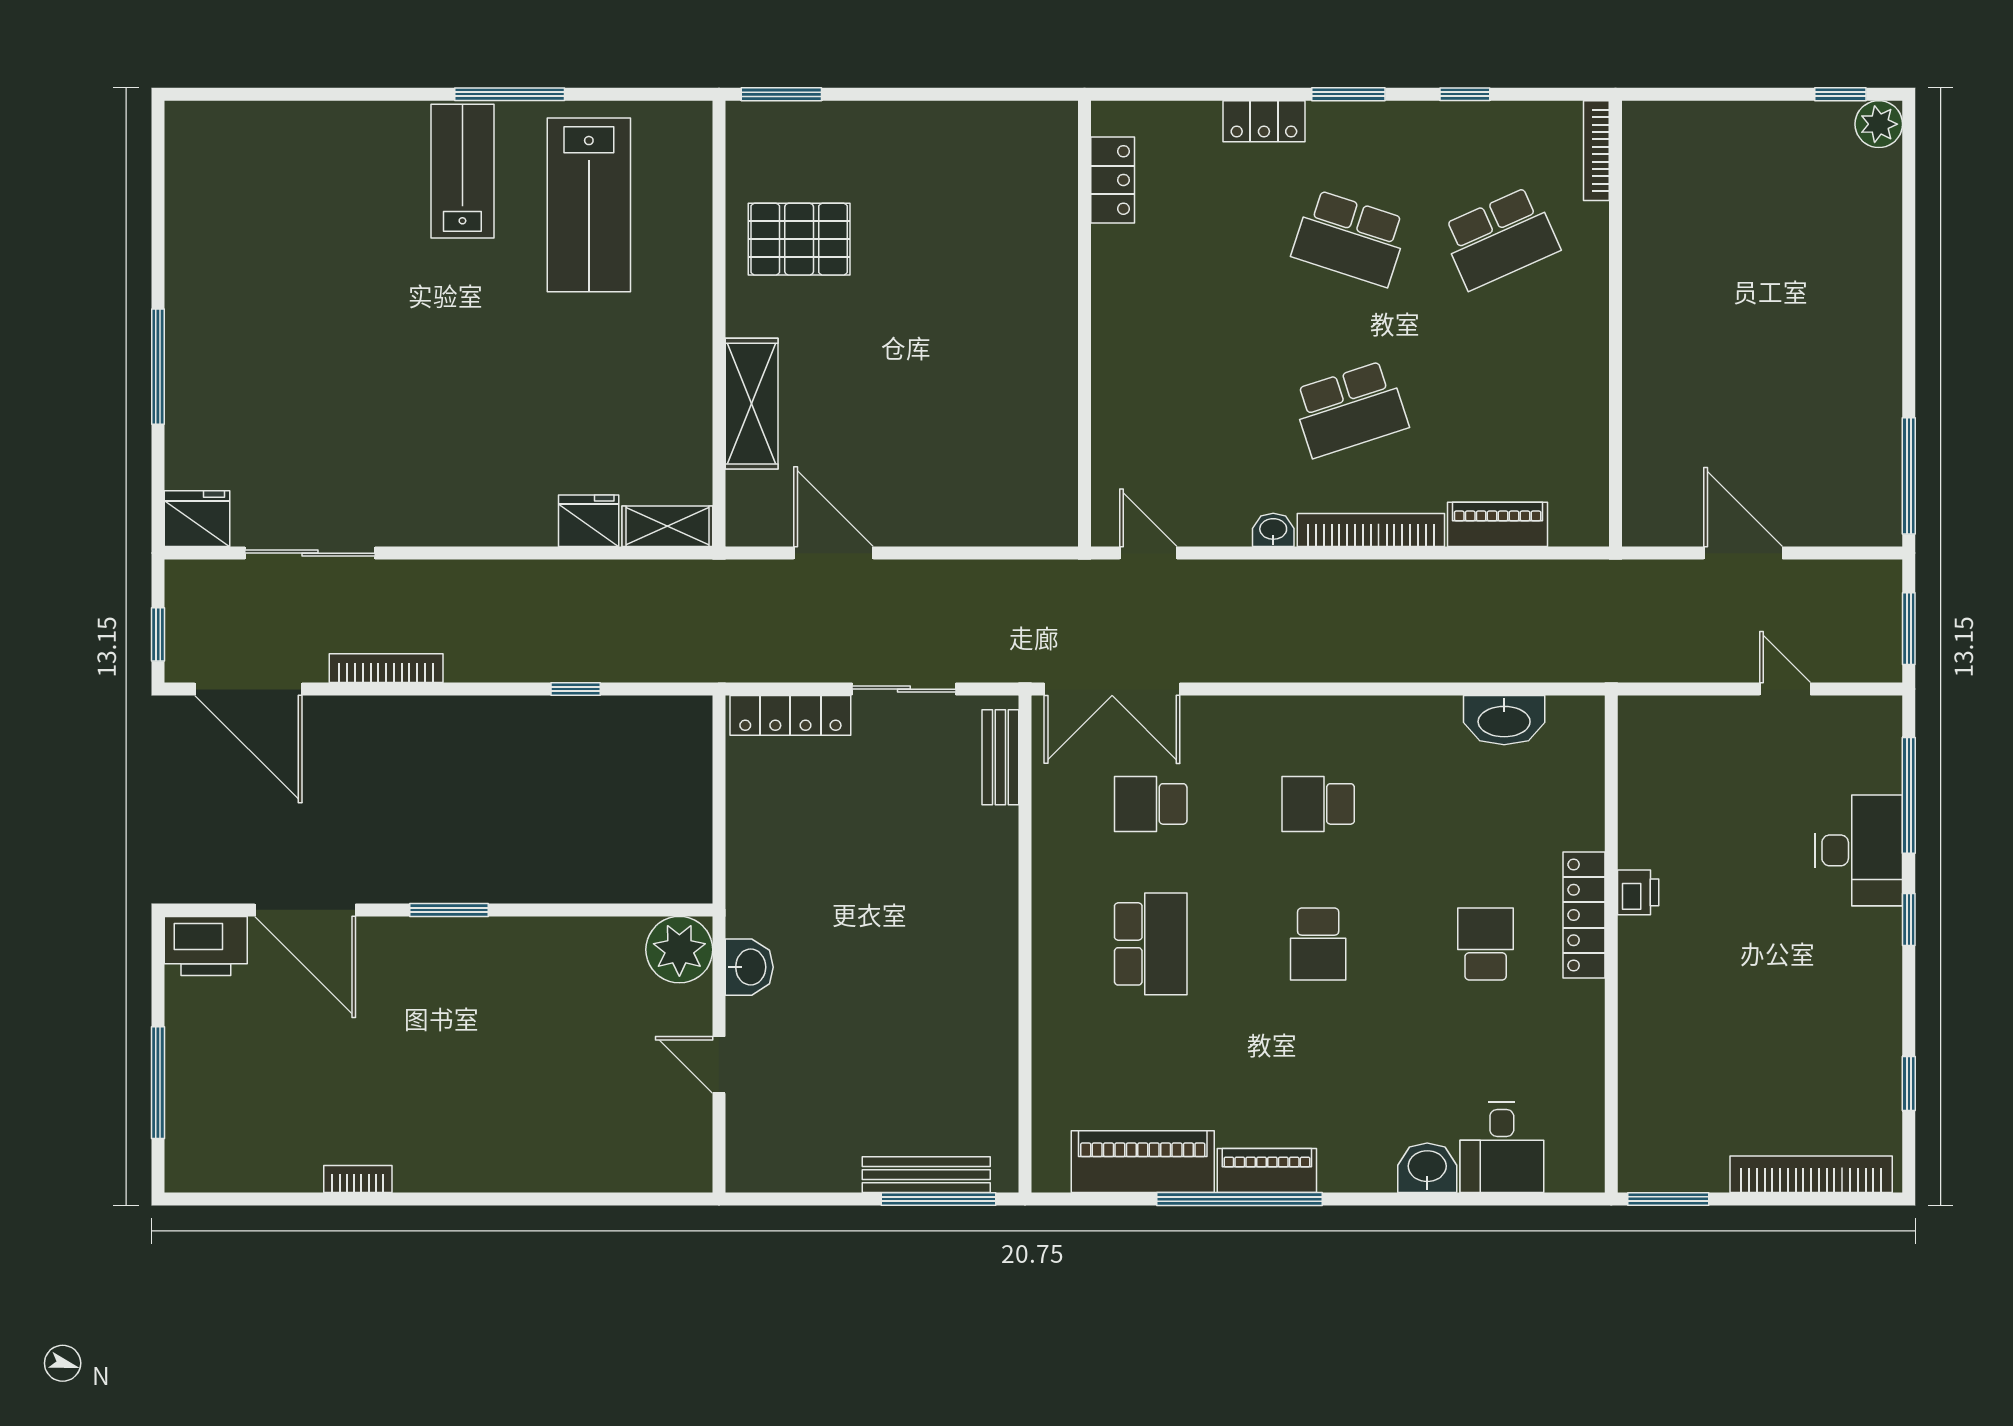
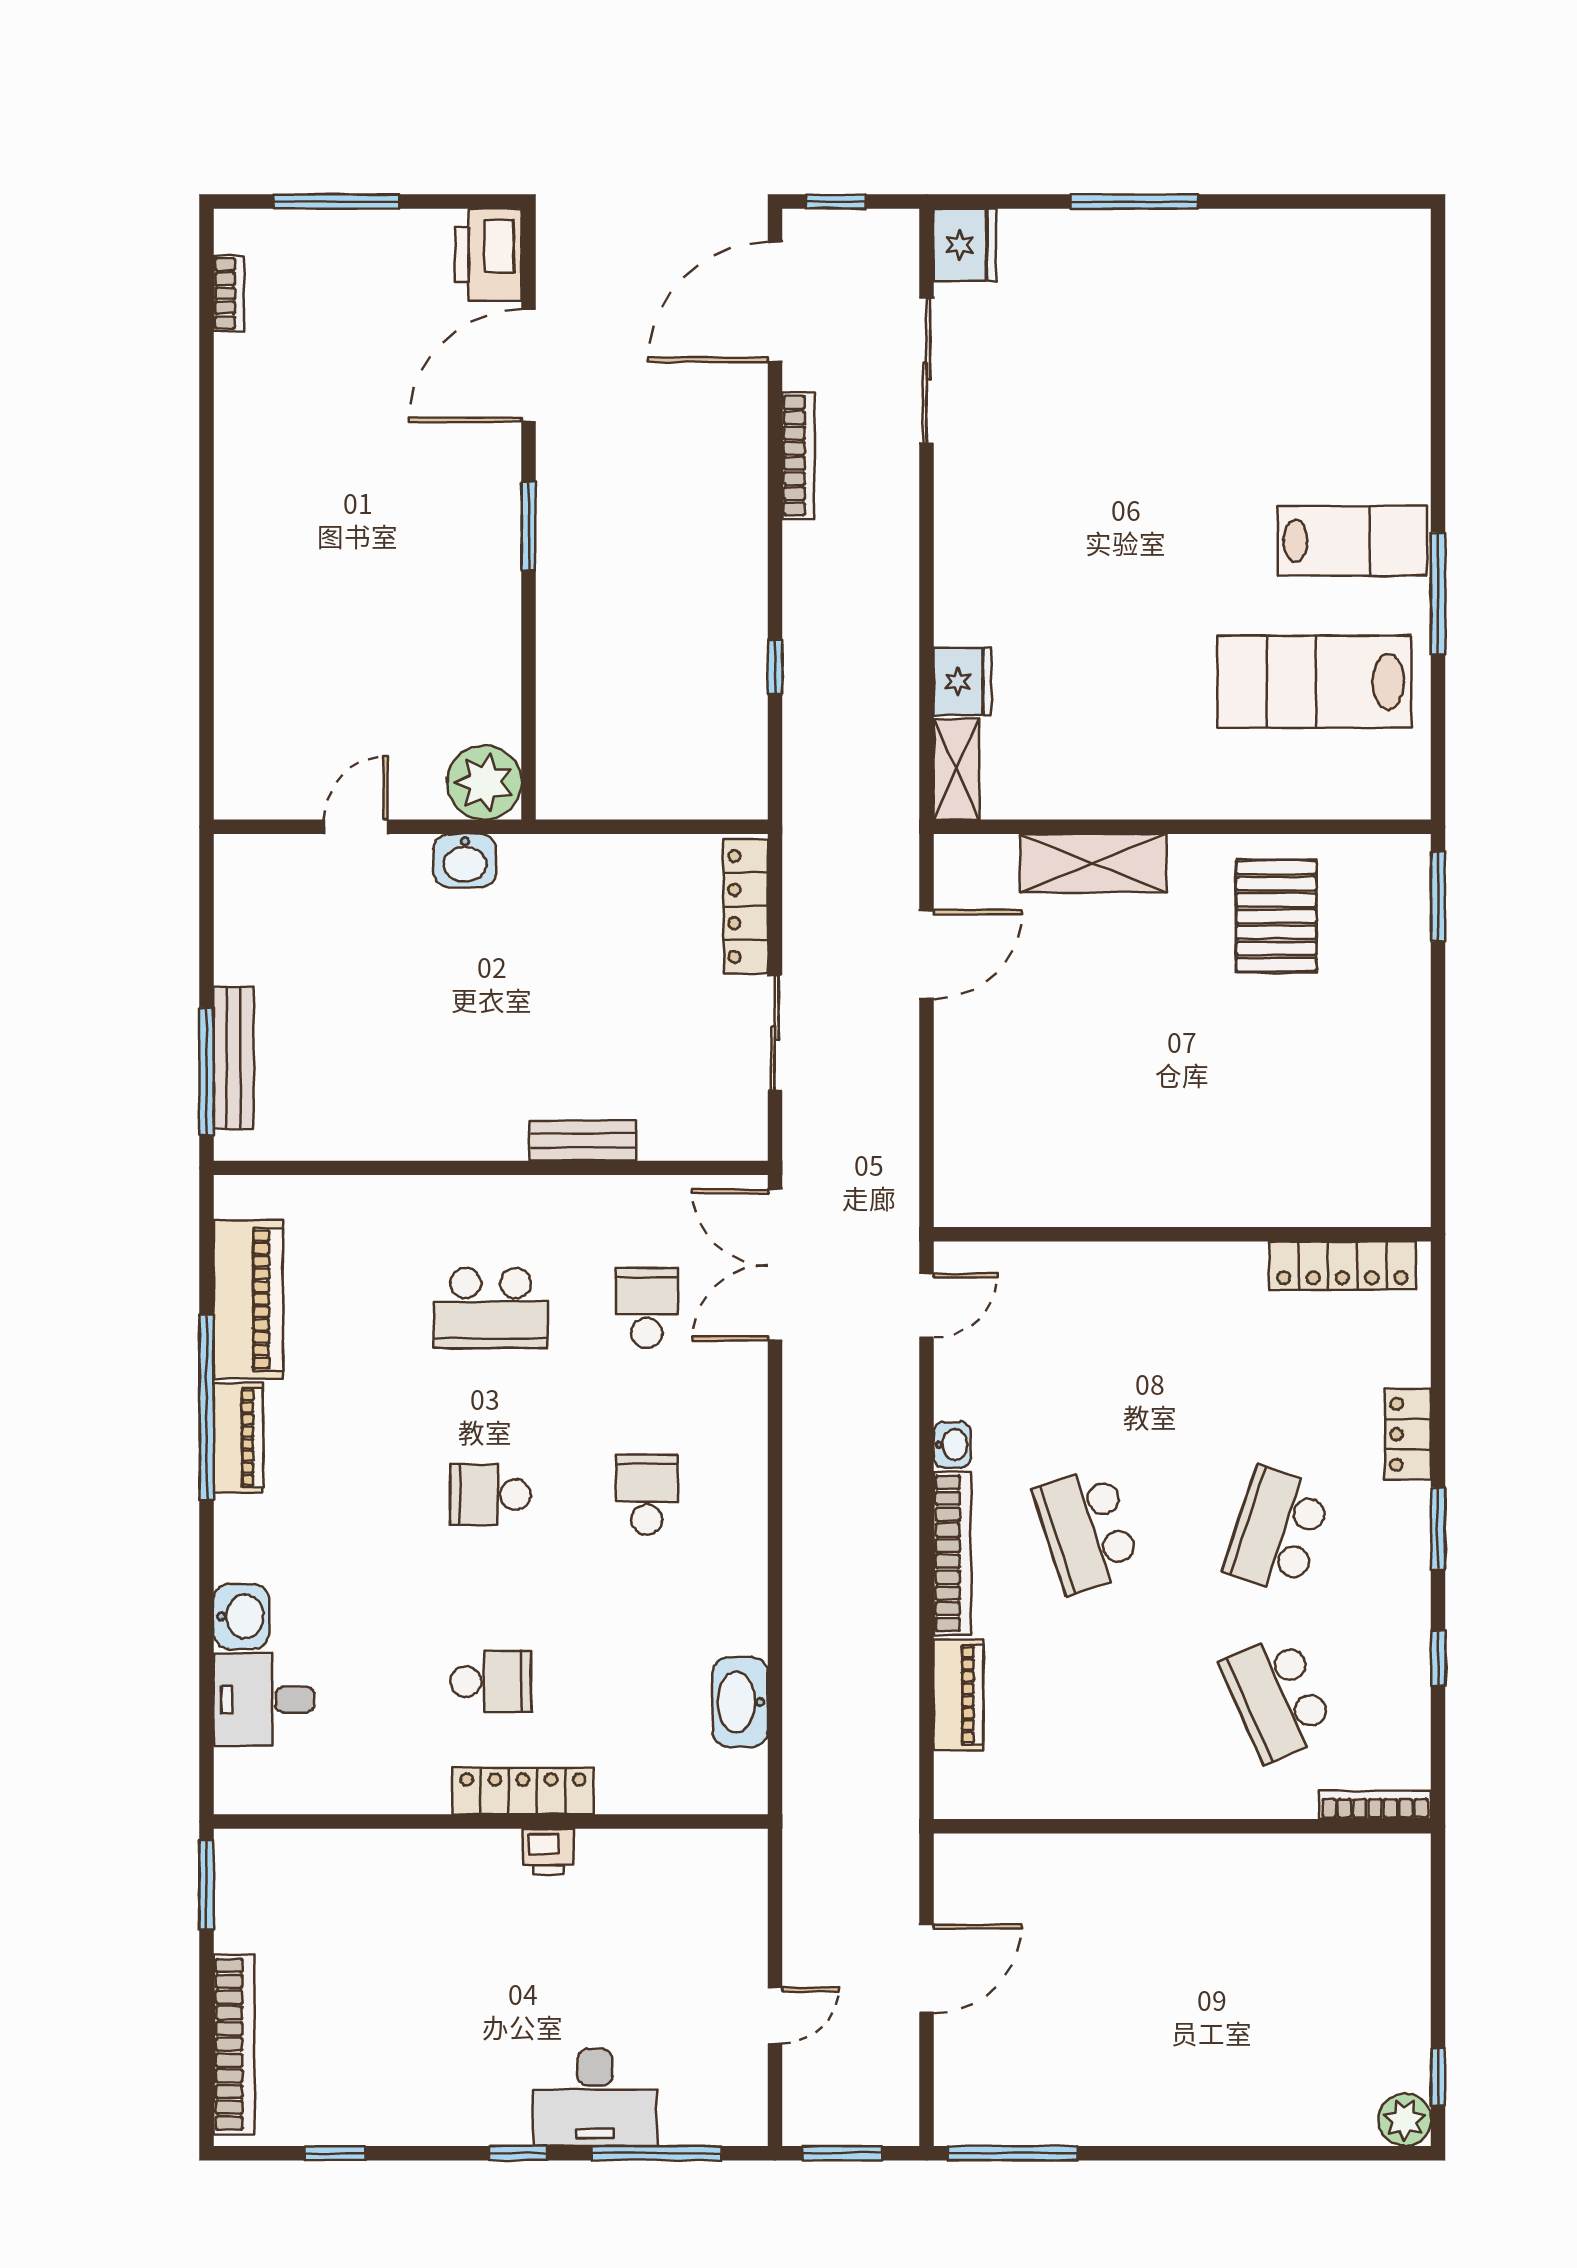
locker: (1113, 180) -> (1342, 1266), width x1.53
bench: (1000, 757) -> (583, 1141), moved
bookcase: (358, 1179) -> (229, 293), moved

